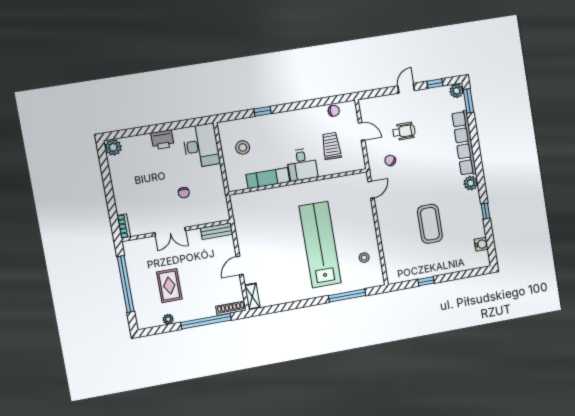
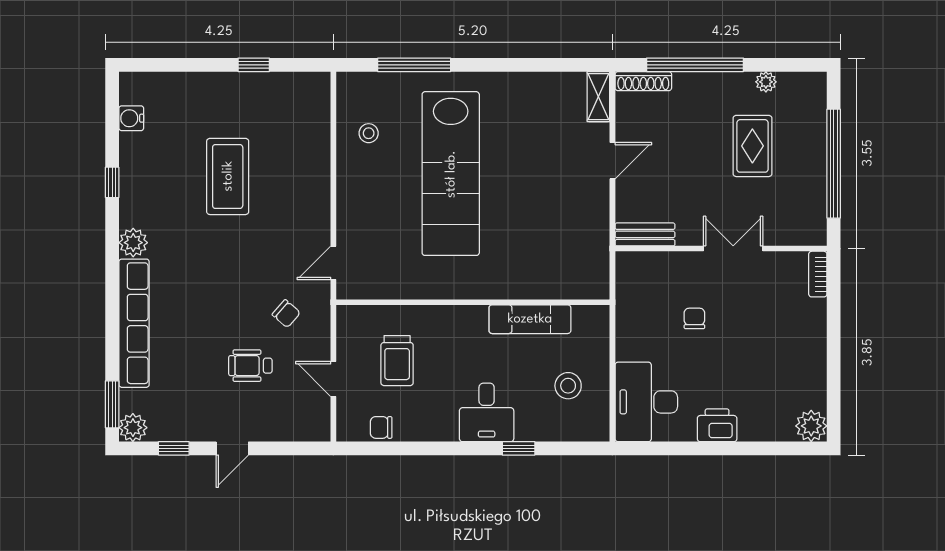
desk: (302, 165) -> (487, 412), moved, turned 180

